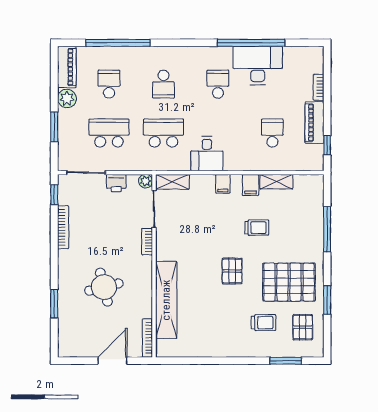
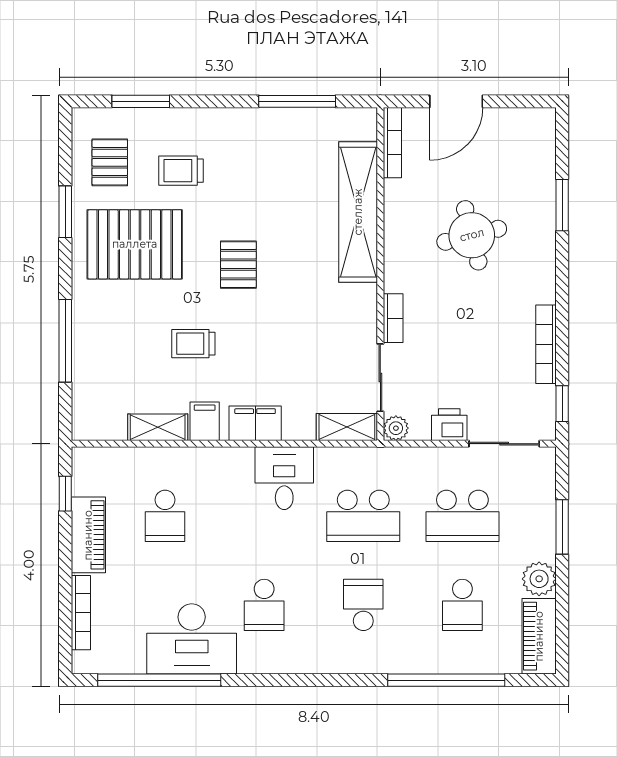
window: (251, 43) -> (159, 680), moved
bookcase: (319, 87) -> (81, 613), width x1.56
filing cabinet: (223, 184) -> (255, 423), width x2.00
window: (200, 361) -> (297, 101), added

